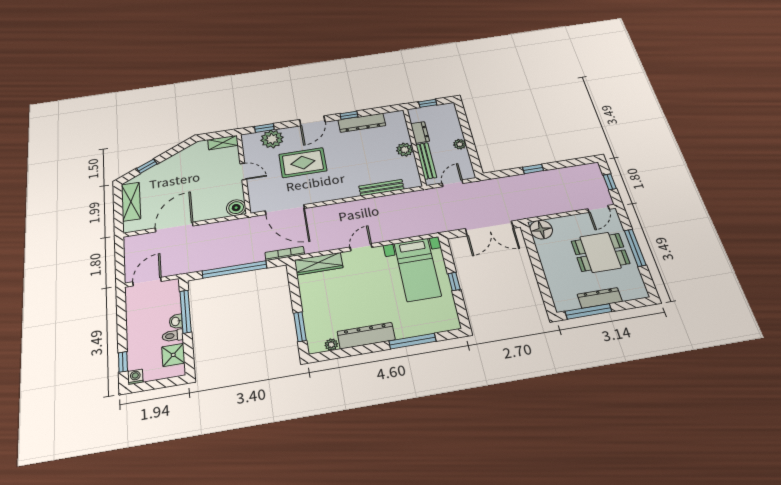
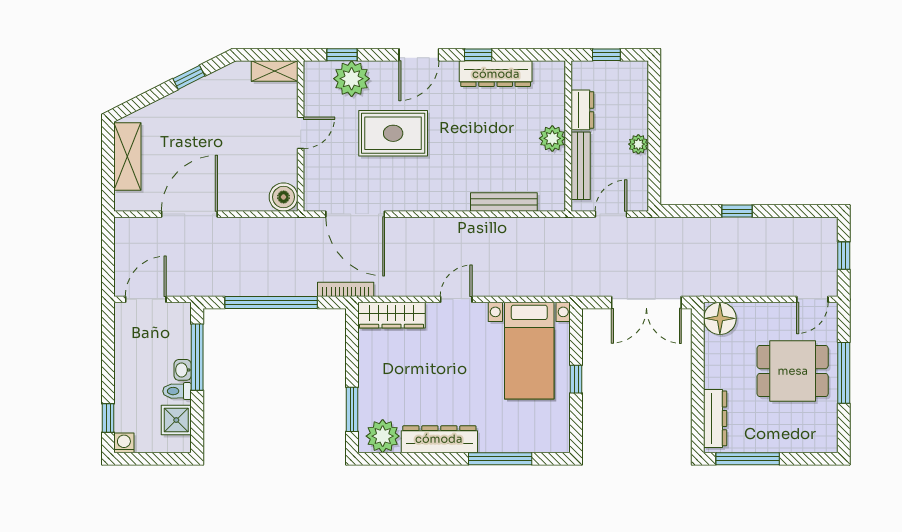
window: (147, 166) -> (189, 77), moved
door: (243, 172) -> (301, 133), hinge flipped
dresser: (600, 298) -> (715, 418), moved, turned 90
plant: (331, 345) -> (383, 436), width x1.88, depth x1.88

